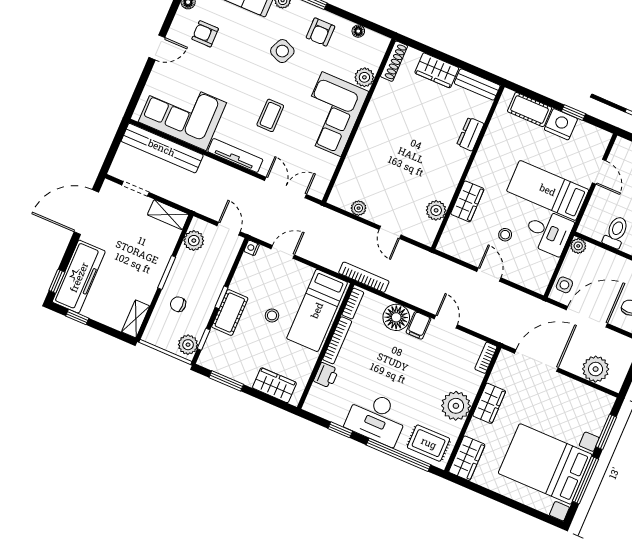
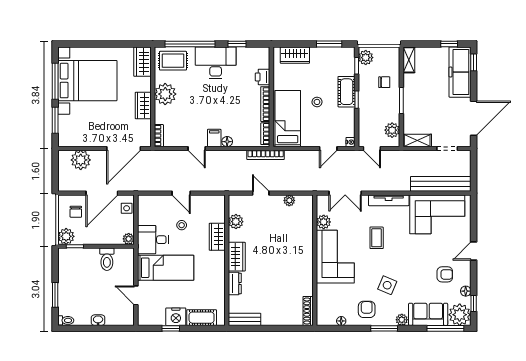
wardrobe: (437, 70) -> (237, 257), moved, turned 90
plant: (364, 77) -> (324, 222), moved
floor lamp: (396, 317) -> (227, 142), width x0.53, depth x0.53

